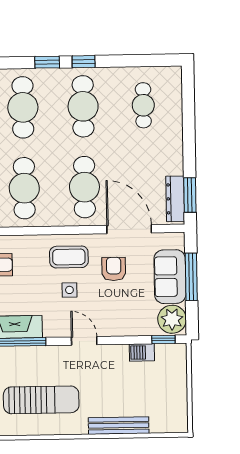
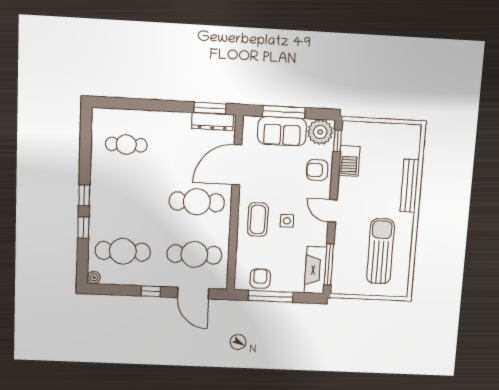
cafe table: (83, 106) -> (124, 198), removed
armchair: (114, 269) -> (317, 170), moved
door: (84, 341) -> (333, 211), hinge flipped
barbecue: (142, 352) -> (349, 161), width x1.38, depth x1.27

